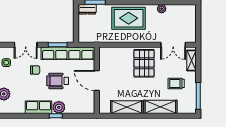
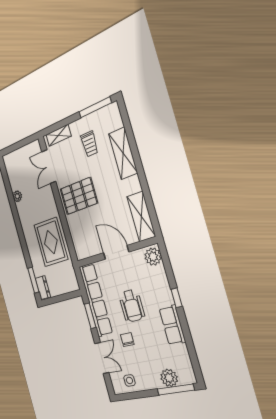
rug: (129, 18) -> (51, 242), moved
double door: (173, 45) -> (49, 167), swing flipped
door: (97, 80) -> (116, 252), swing flipped
plant: (59, 107) -> (153, 257), moved
shelving: (127, 107) -> (141, 216), moved

